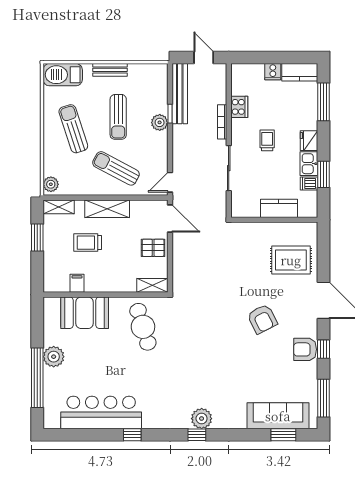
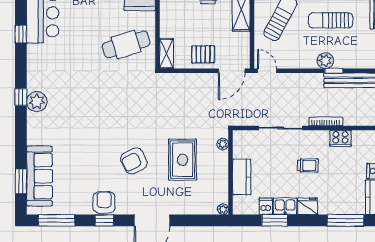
plant: (312, 227) -> (223, 209), added
plant: (245, 228) -> (223, 144), added
pallet: (153, 248) -> (203, 54), turned 90
rug: (291, 260) -> (183, 160), moved

